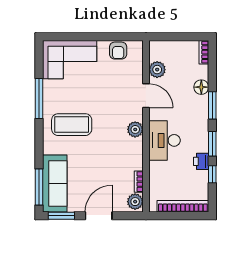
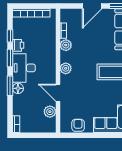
floor lamp: (201, 87) -> (18, 88), moved
desk: (165, 140) -> (24, 68), moved, turned 180
plant: (135, 202) -> (66, 45), moved

